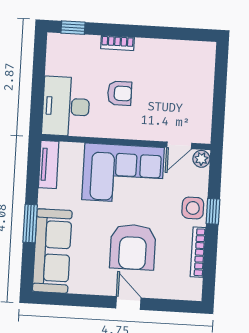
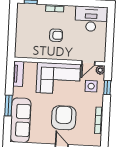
desk: (66, 106) -> (91, 19), moved, turned 90
side table: (193, 208) -> (91, 86), moved
window: (213, 211) -> (107, 88), moved
armchair: (133, 247) -> (64, 118), turned 180

